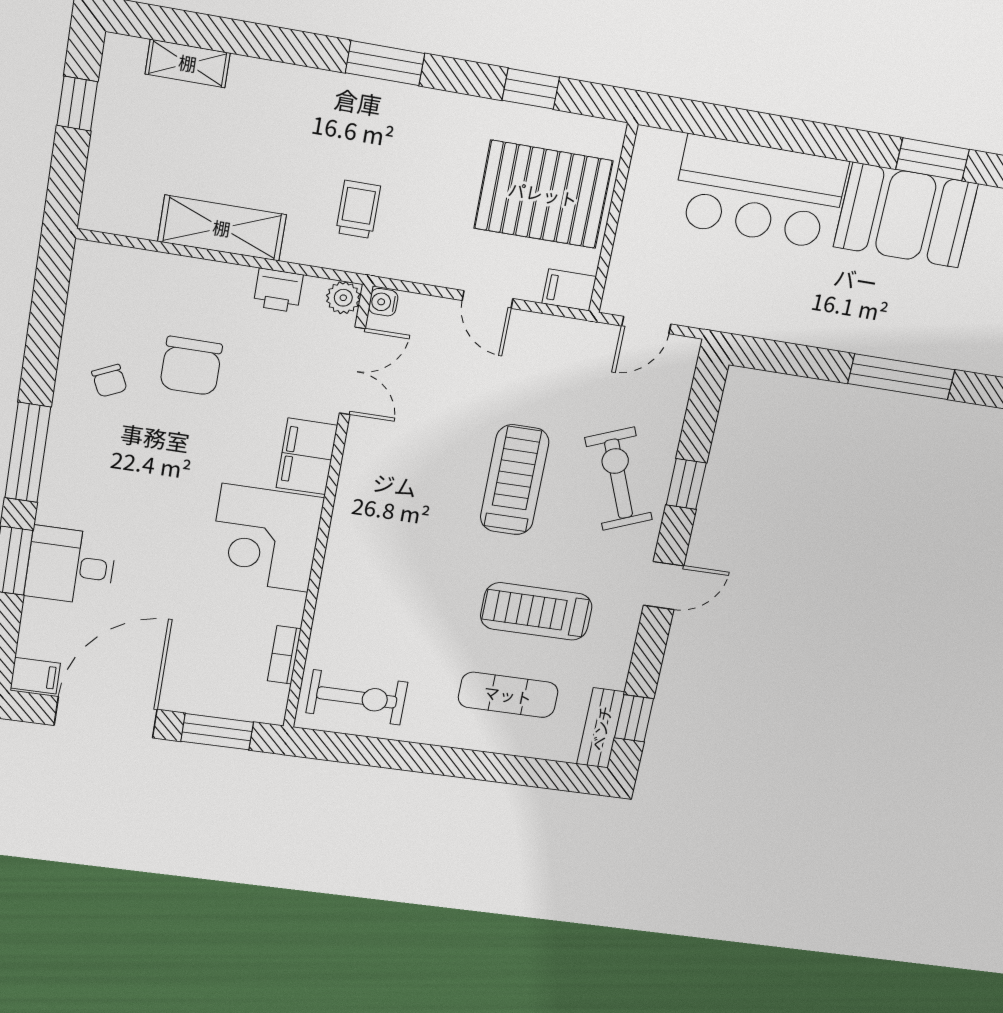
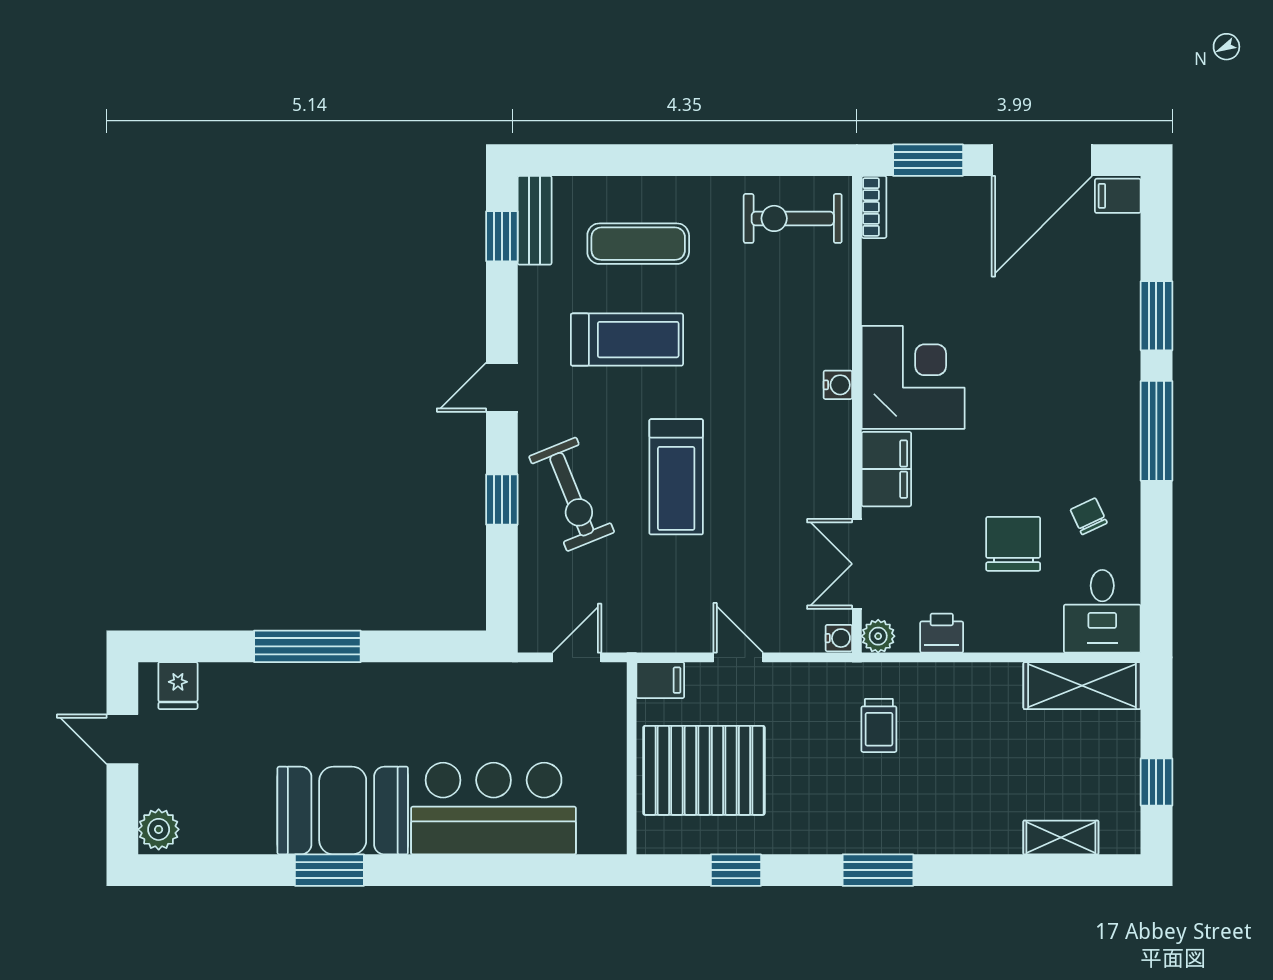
shelving: (222, 228) -> (1082, 686), moved
water cooler: (341, 542) -> (838, 385), added
desk: (71, 566) -> (1102, 611), moved, turned 90
bookcase: (284, 655) -> (874, 207), moved

